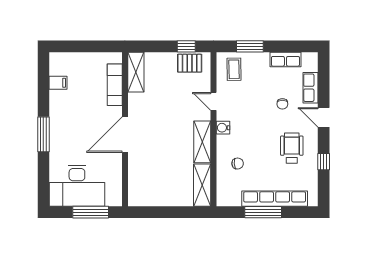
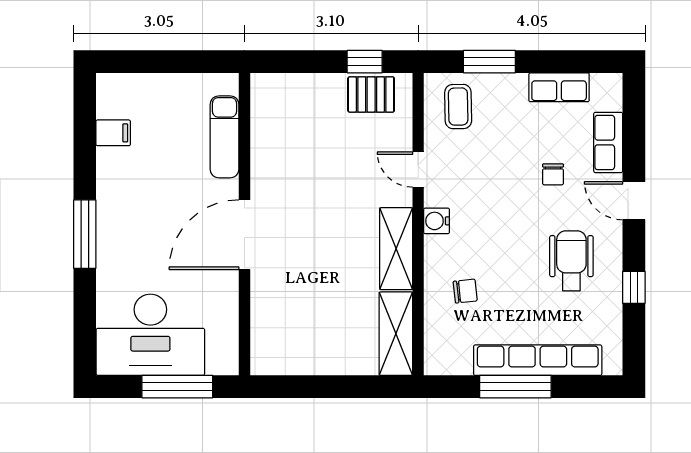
shelving: (136, 72) -> (266, 112), removed

